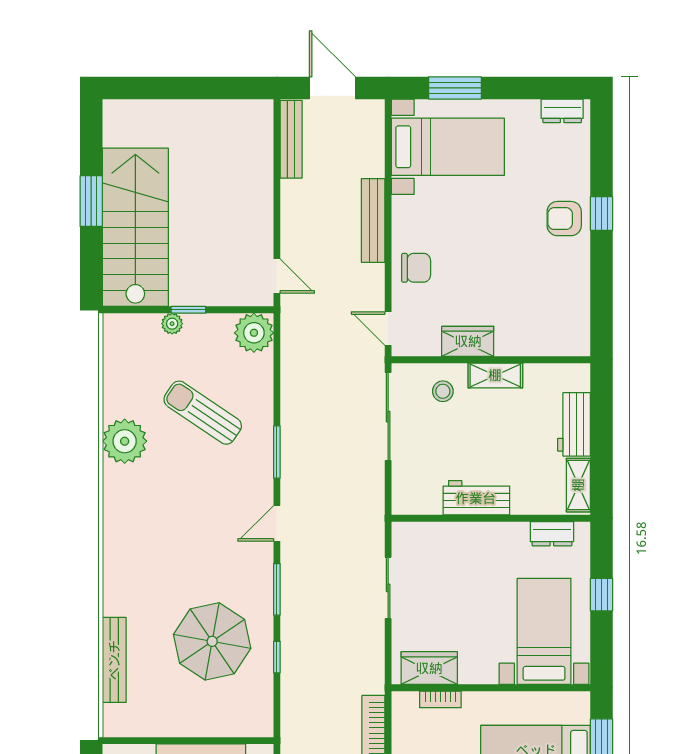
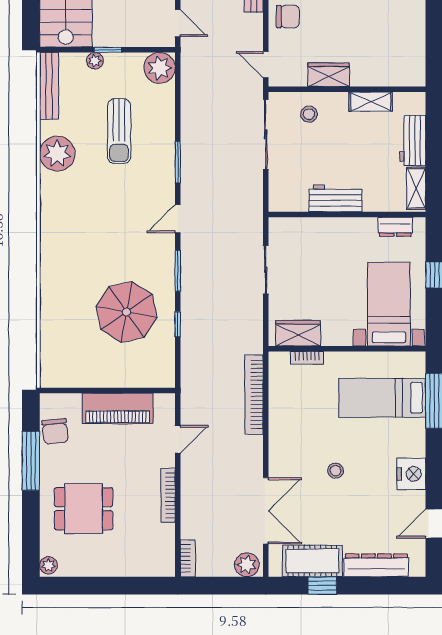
shelving: (495, 375) -> (371, 102), moved
sun lounger: (203, 413) -> (119, 131), turned -124
bench: (114, 660) -> (49, 86), moved

